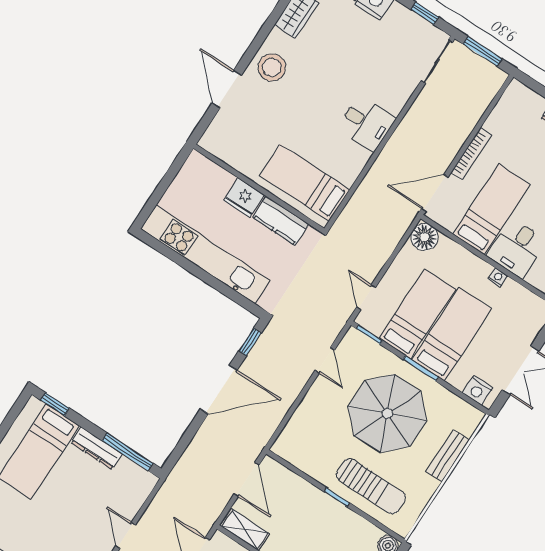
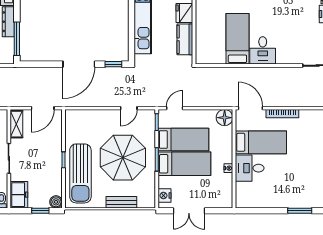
bed: (305, 183) -> (237, 39), moved
door: (219, 389) -> (79, 64), hinge flipped
sun lounger: (371, 486) -> (80, 173), width x1.36, depth x1.34

